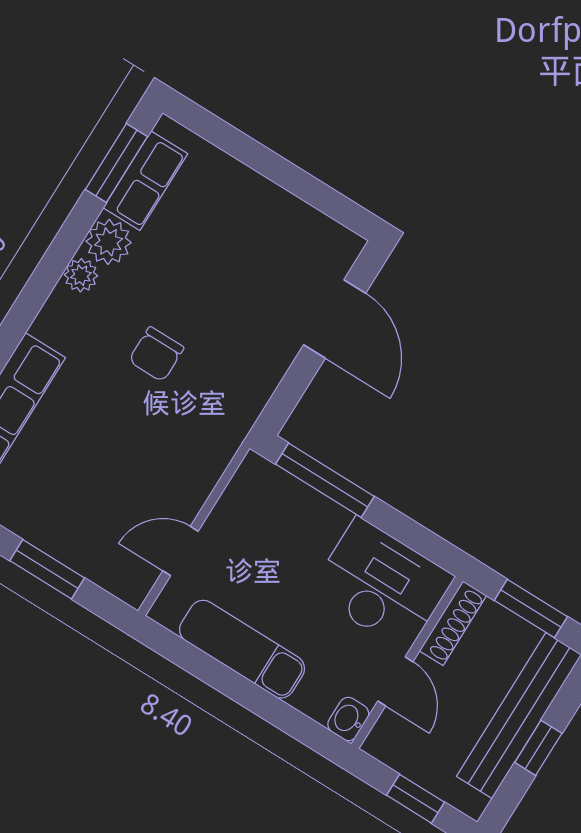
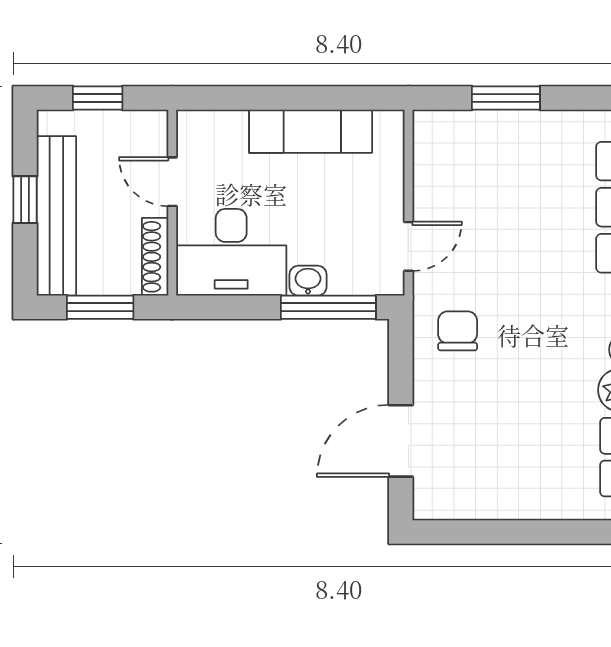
door: (335, 319) -> (401, 441), hinge flipped
chair: (156, 354) -> (458, 331), moved
door: (181, 551) -> (408, 246), moved
washbasin: (348, 719) -> (308, 281), moved, turned -90

